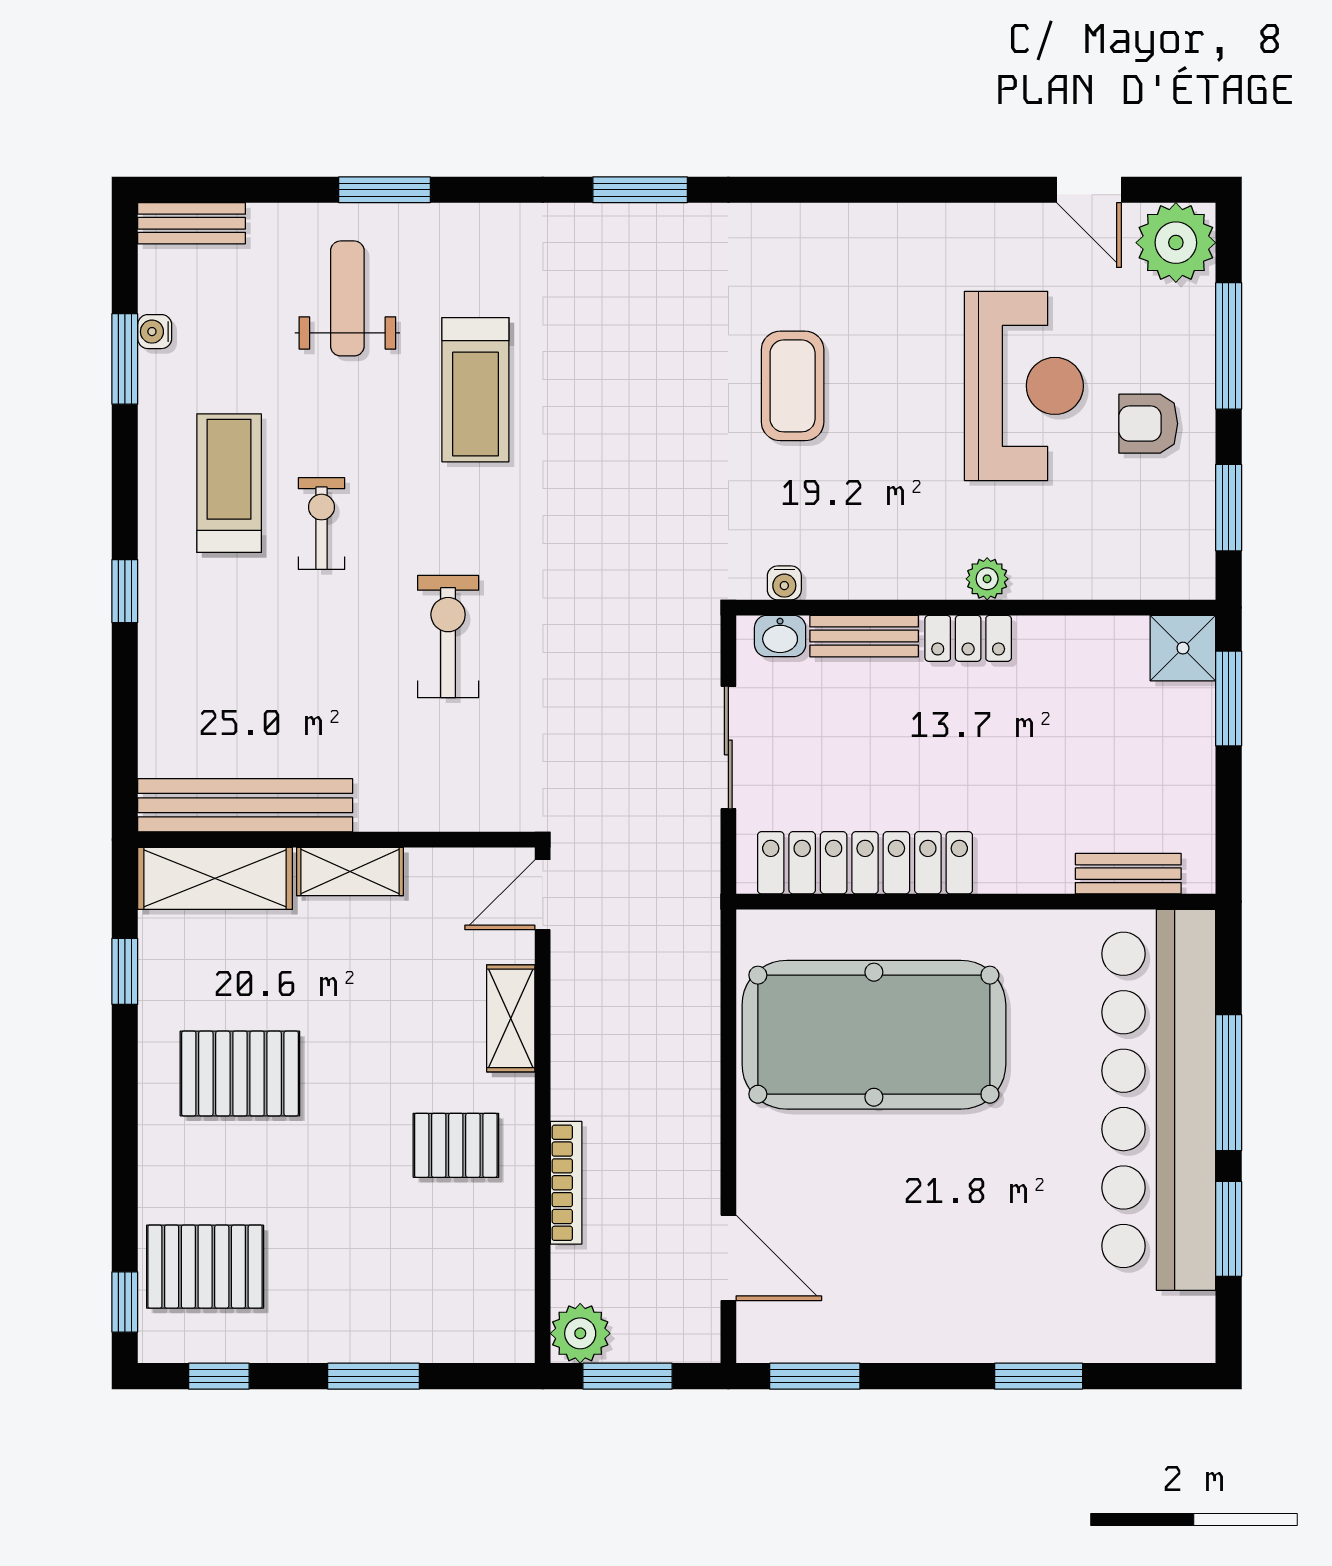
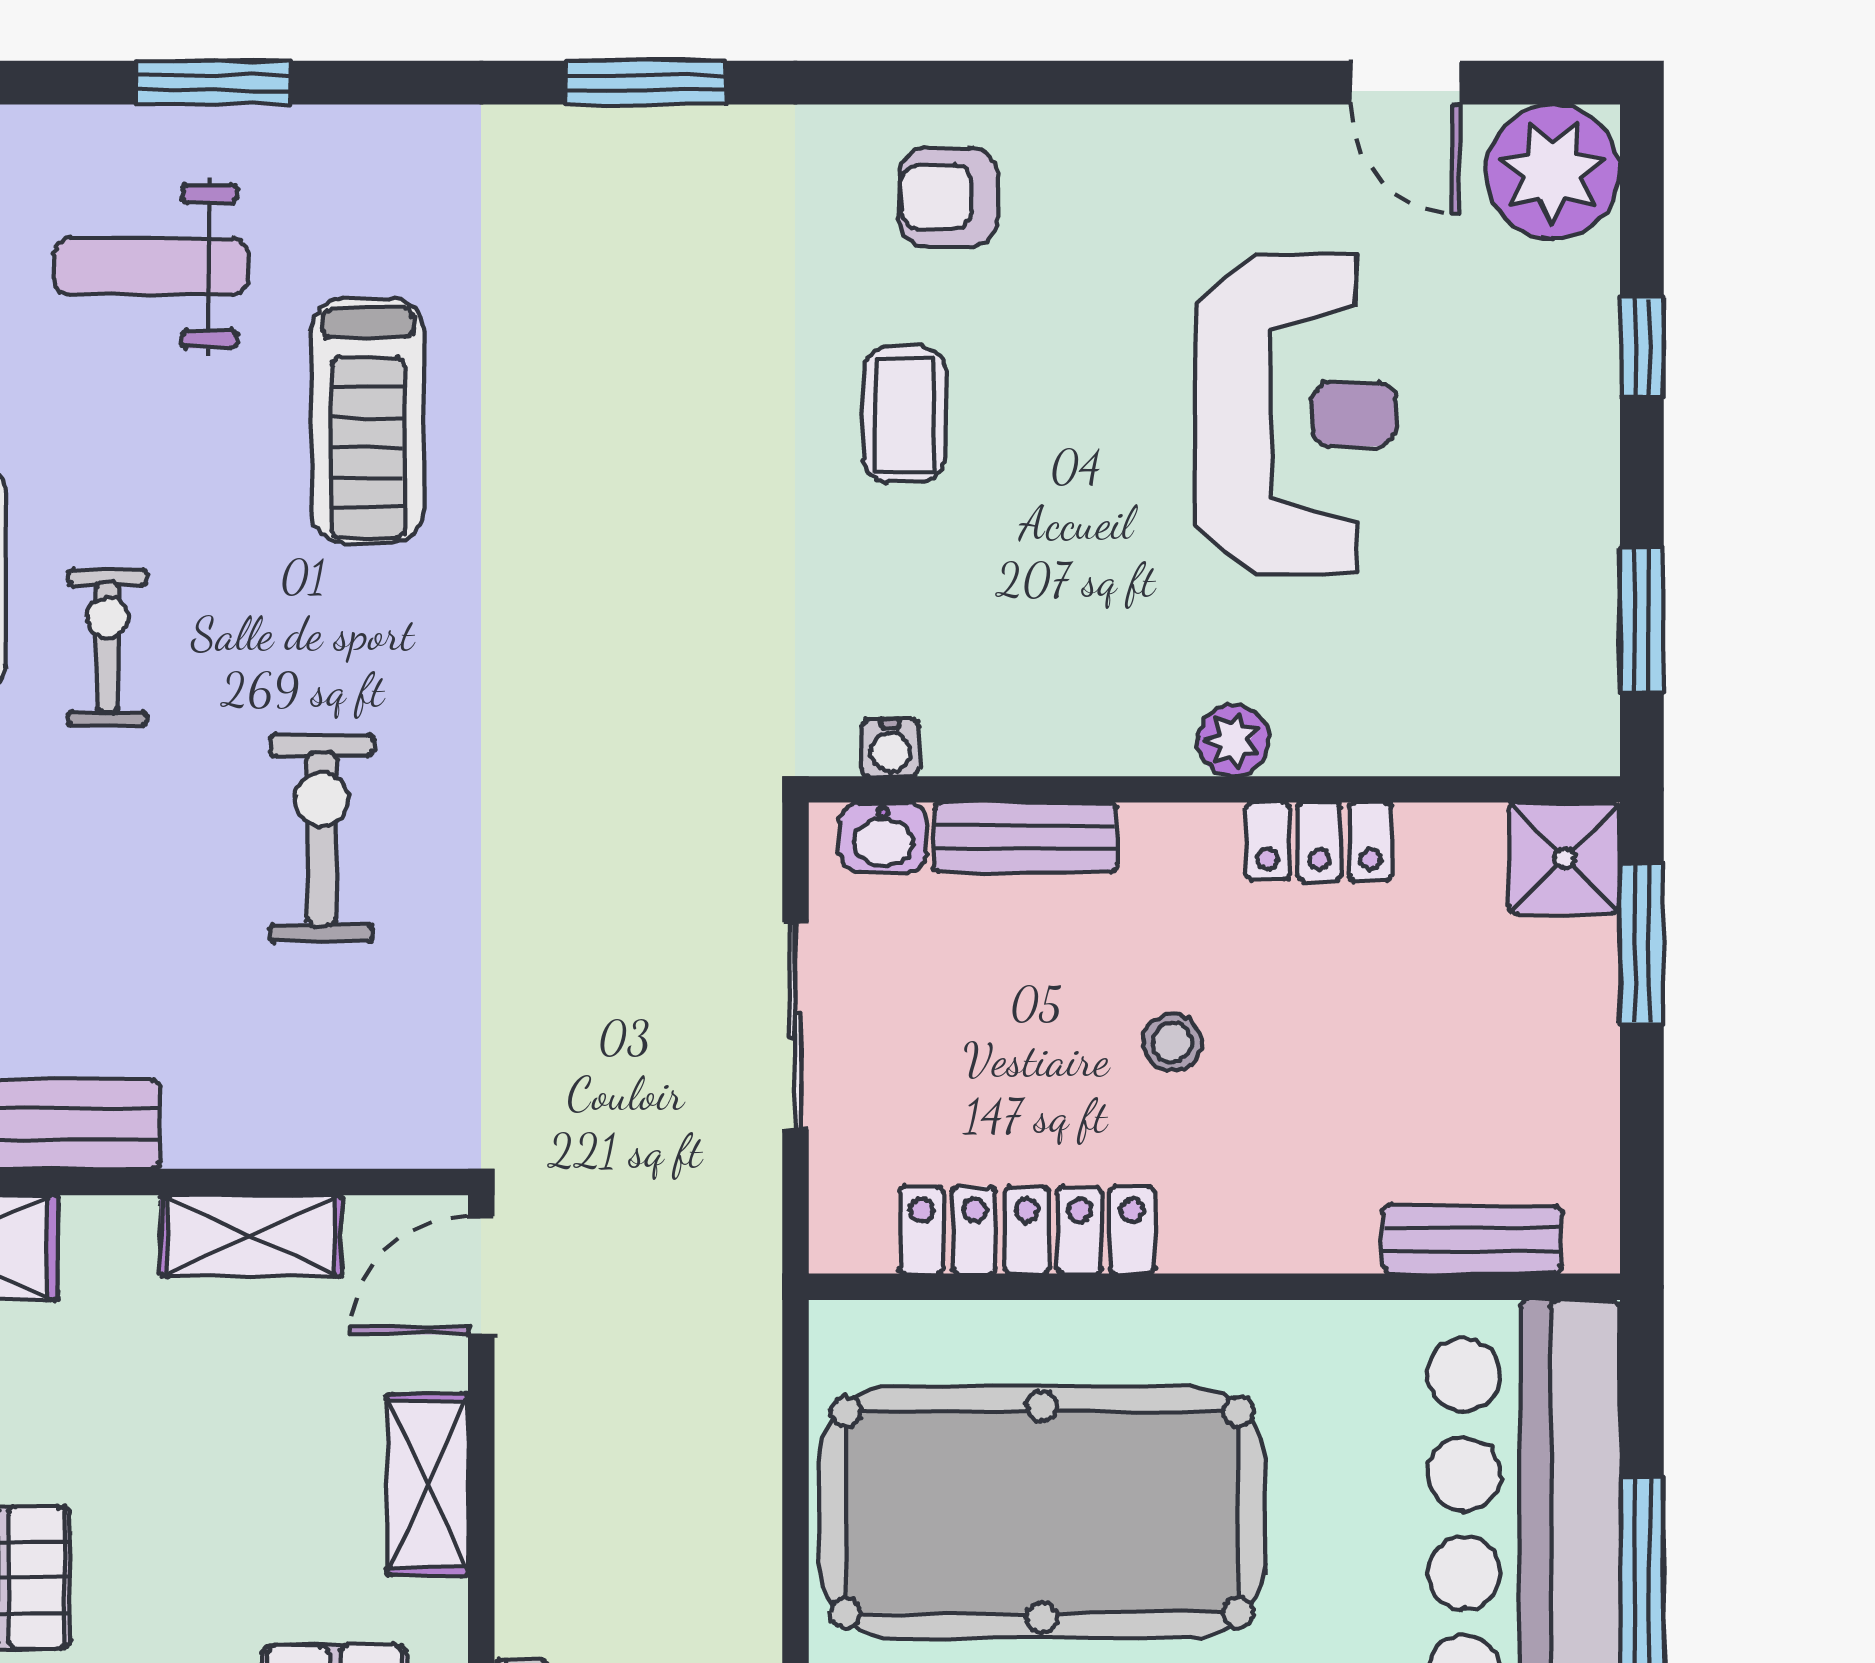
weight bench: (347, 298) -> (151, 266), turned -90
window: (1229, 346) -> (1642, 347), width x0.46
coffee table: (793, 386) -> (904, 414), width x0.73, depth x0.77
armchair: (1148, 424) -> (949, 197), moved
locker: (968, 638) -> (1319, 841), moved
stool: (951, 757) -> (1172, 1042), added
locker: (865, 863) -> (1027, 1230), width x0.71, depth x0.83
shelving: (350, 871) -> (251, 1236), moved

